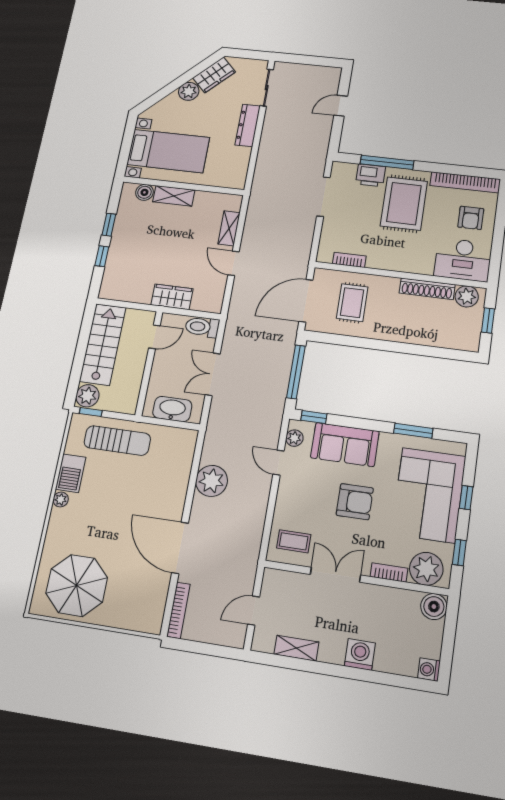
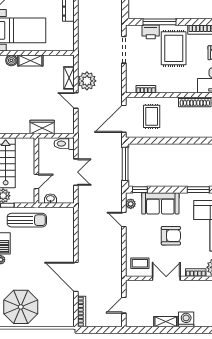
door: (154, 337) -> (36, 182), moved
double door: (213, 374) -> (76, 172), swing flipped
washbasin: (172, 409) -> (50, 199), width x0.52, depth x0.69
plant: (212, 481) -> (87, 81), moved
shelving: (296, 648) -> (166, 322), moved

